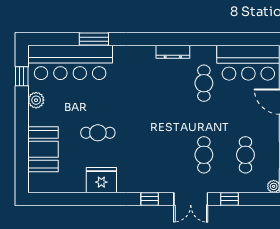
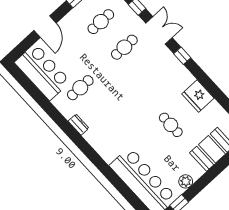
window: (94, 39) -> (115, 180), removed
dresser: (173, 52) -> (79, 125), width x0.70

